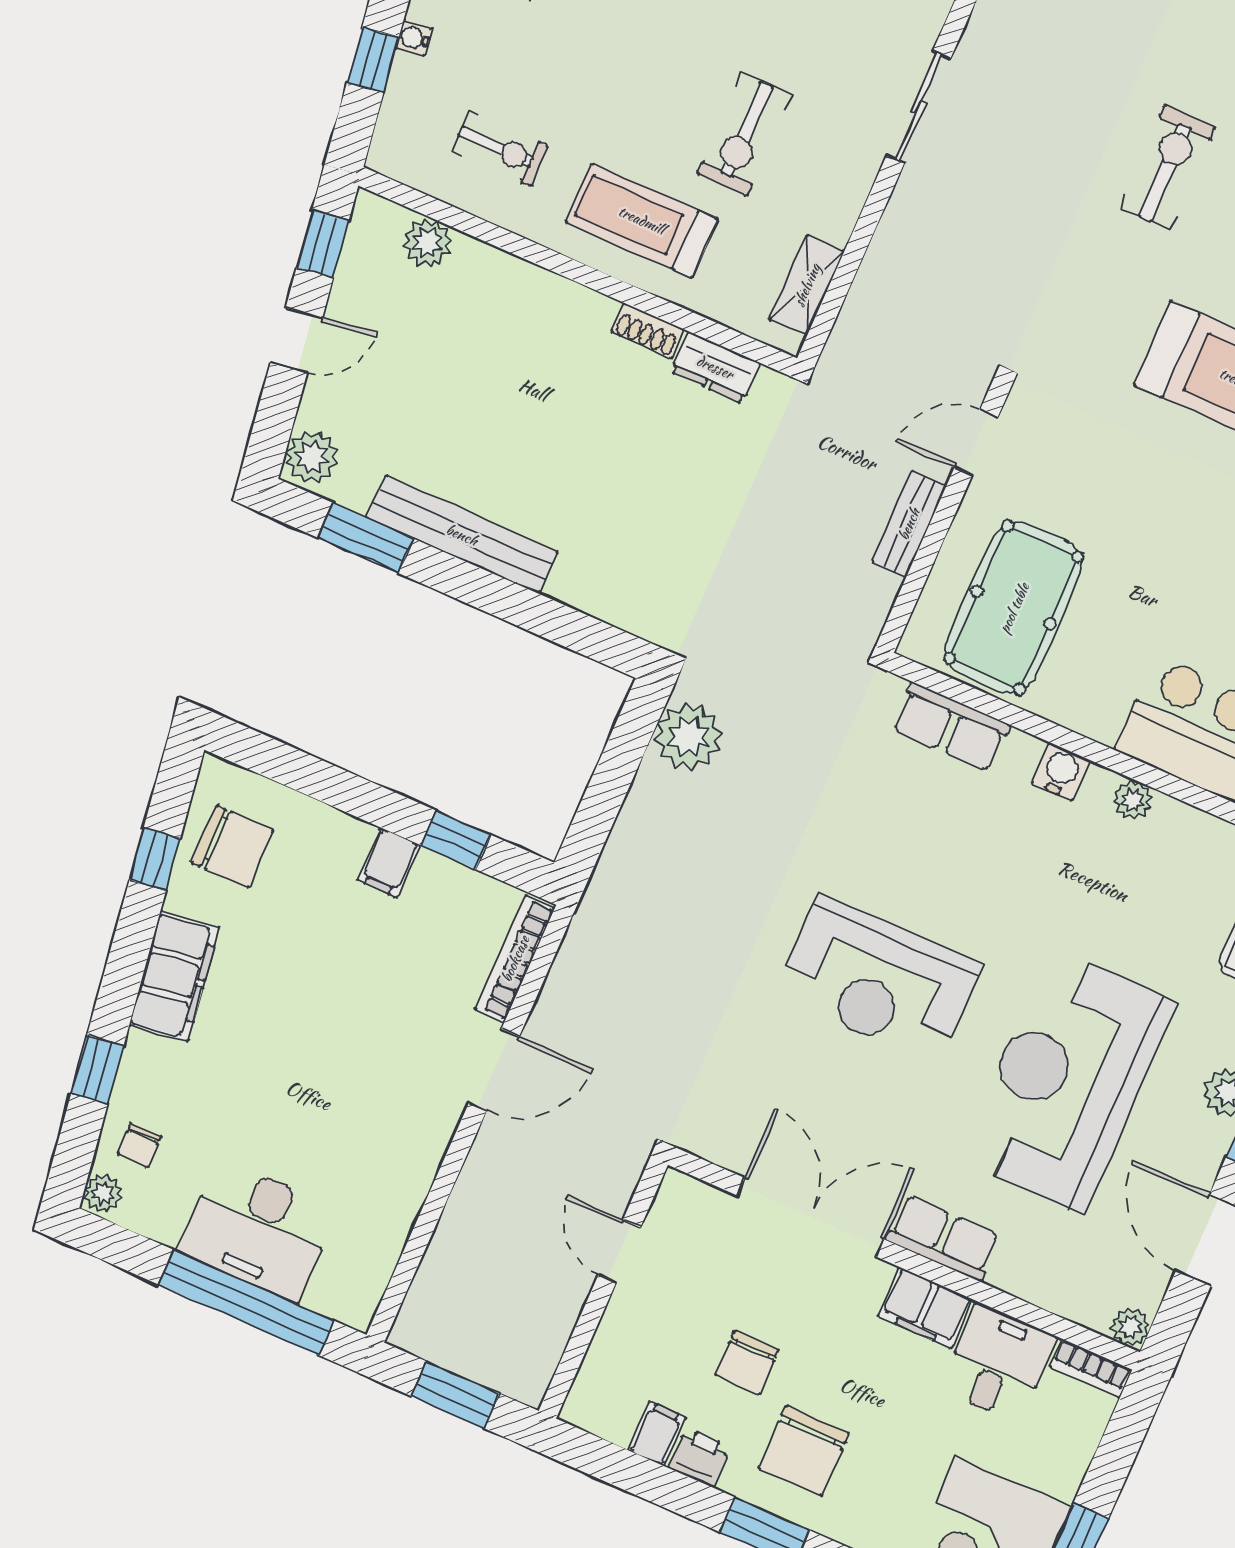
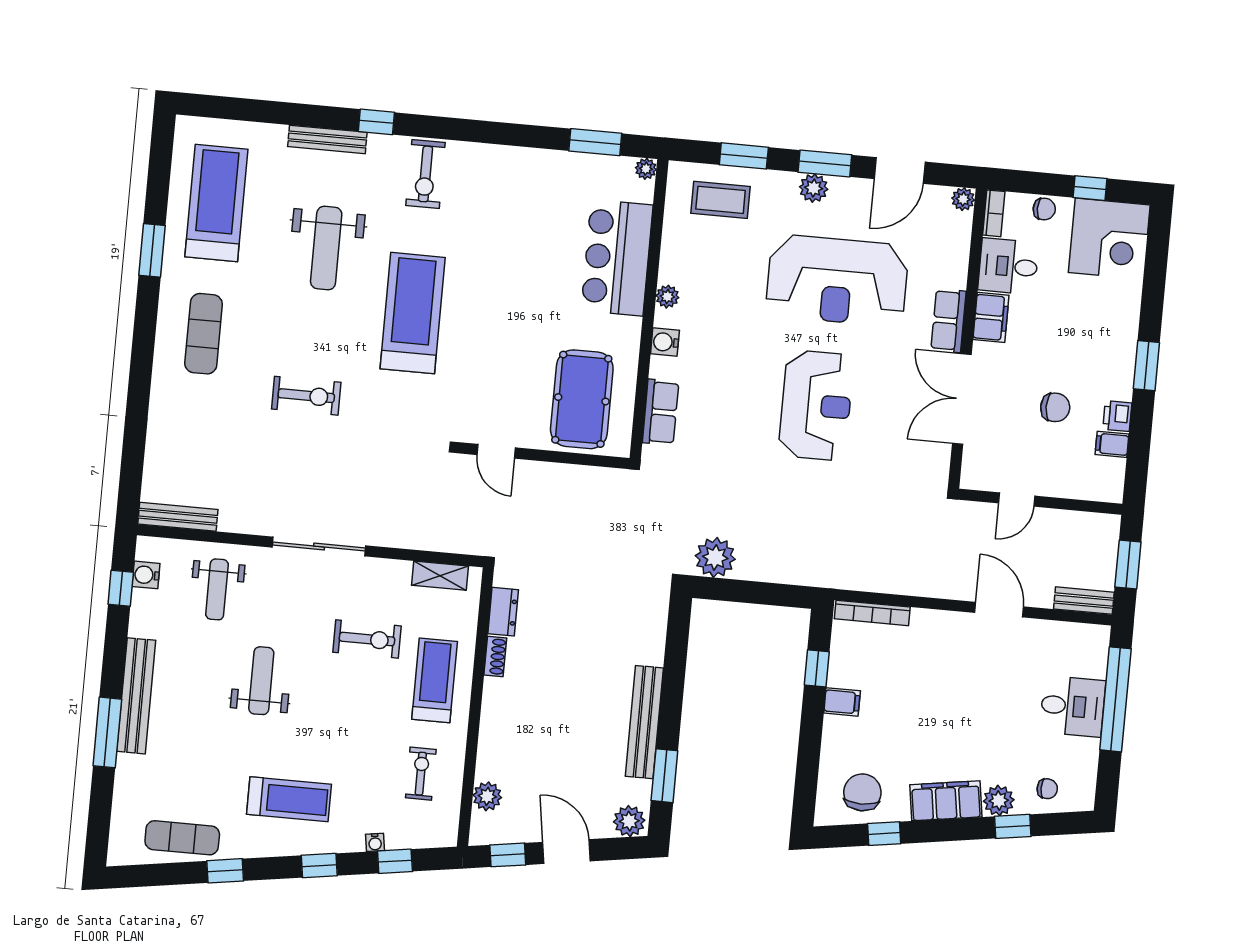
sliding door: (918, 107) -> (319, 547), width x1.37
exercise bike: (1167, 168) -> (306, 396), turned 180
treadmill: (642, 220) -> (435, 680), turned 180
door: (296, 340) -> (567, 852), width x1.38
bench: (909, 524) -> (1084, 601), moved
pool table: (1014, 608) -> (582, 399), turned 90
door: (494, 1070) -> (999, 610), moved
plant: (103, 1194) -> (999, 801), moved, width x1.38, depth x1.38
desk: (258, 1230) -> (1073, 706), width x0.73
chair: (804, 1451) -> (1044, 209), moved, width x0.54, depth x0.54

